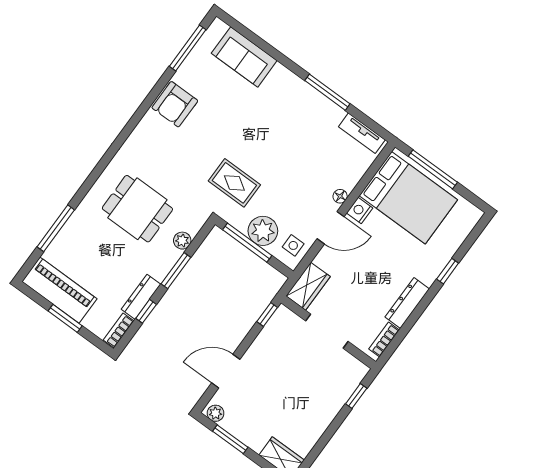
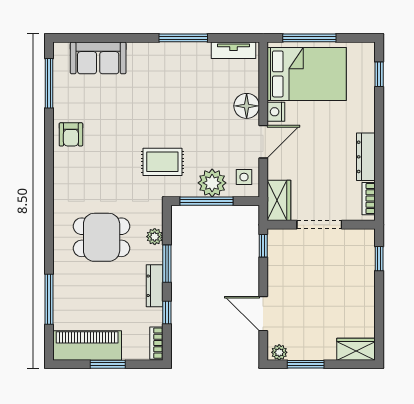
armchair: (175, 104) -> (71, 134), width x0.72, depth x0.72
floor lamp: (340, 196) -> (247, 106), width x1.89, depth x1.89
window: (448, 271) -> (379, 74), moved
dresser: (141, 297) -> (155, 286), moved
door: (226, 371) -> (263, 314), hinge flipped

